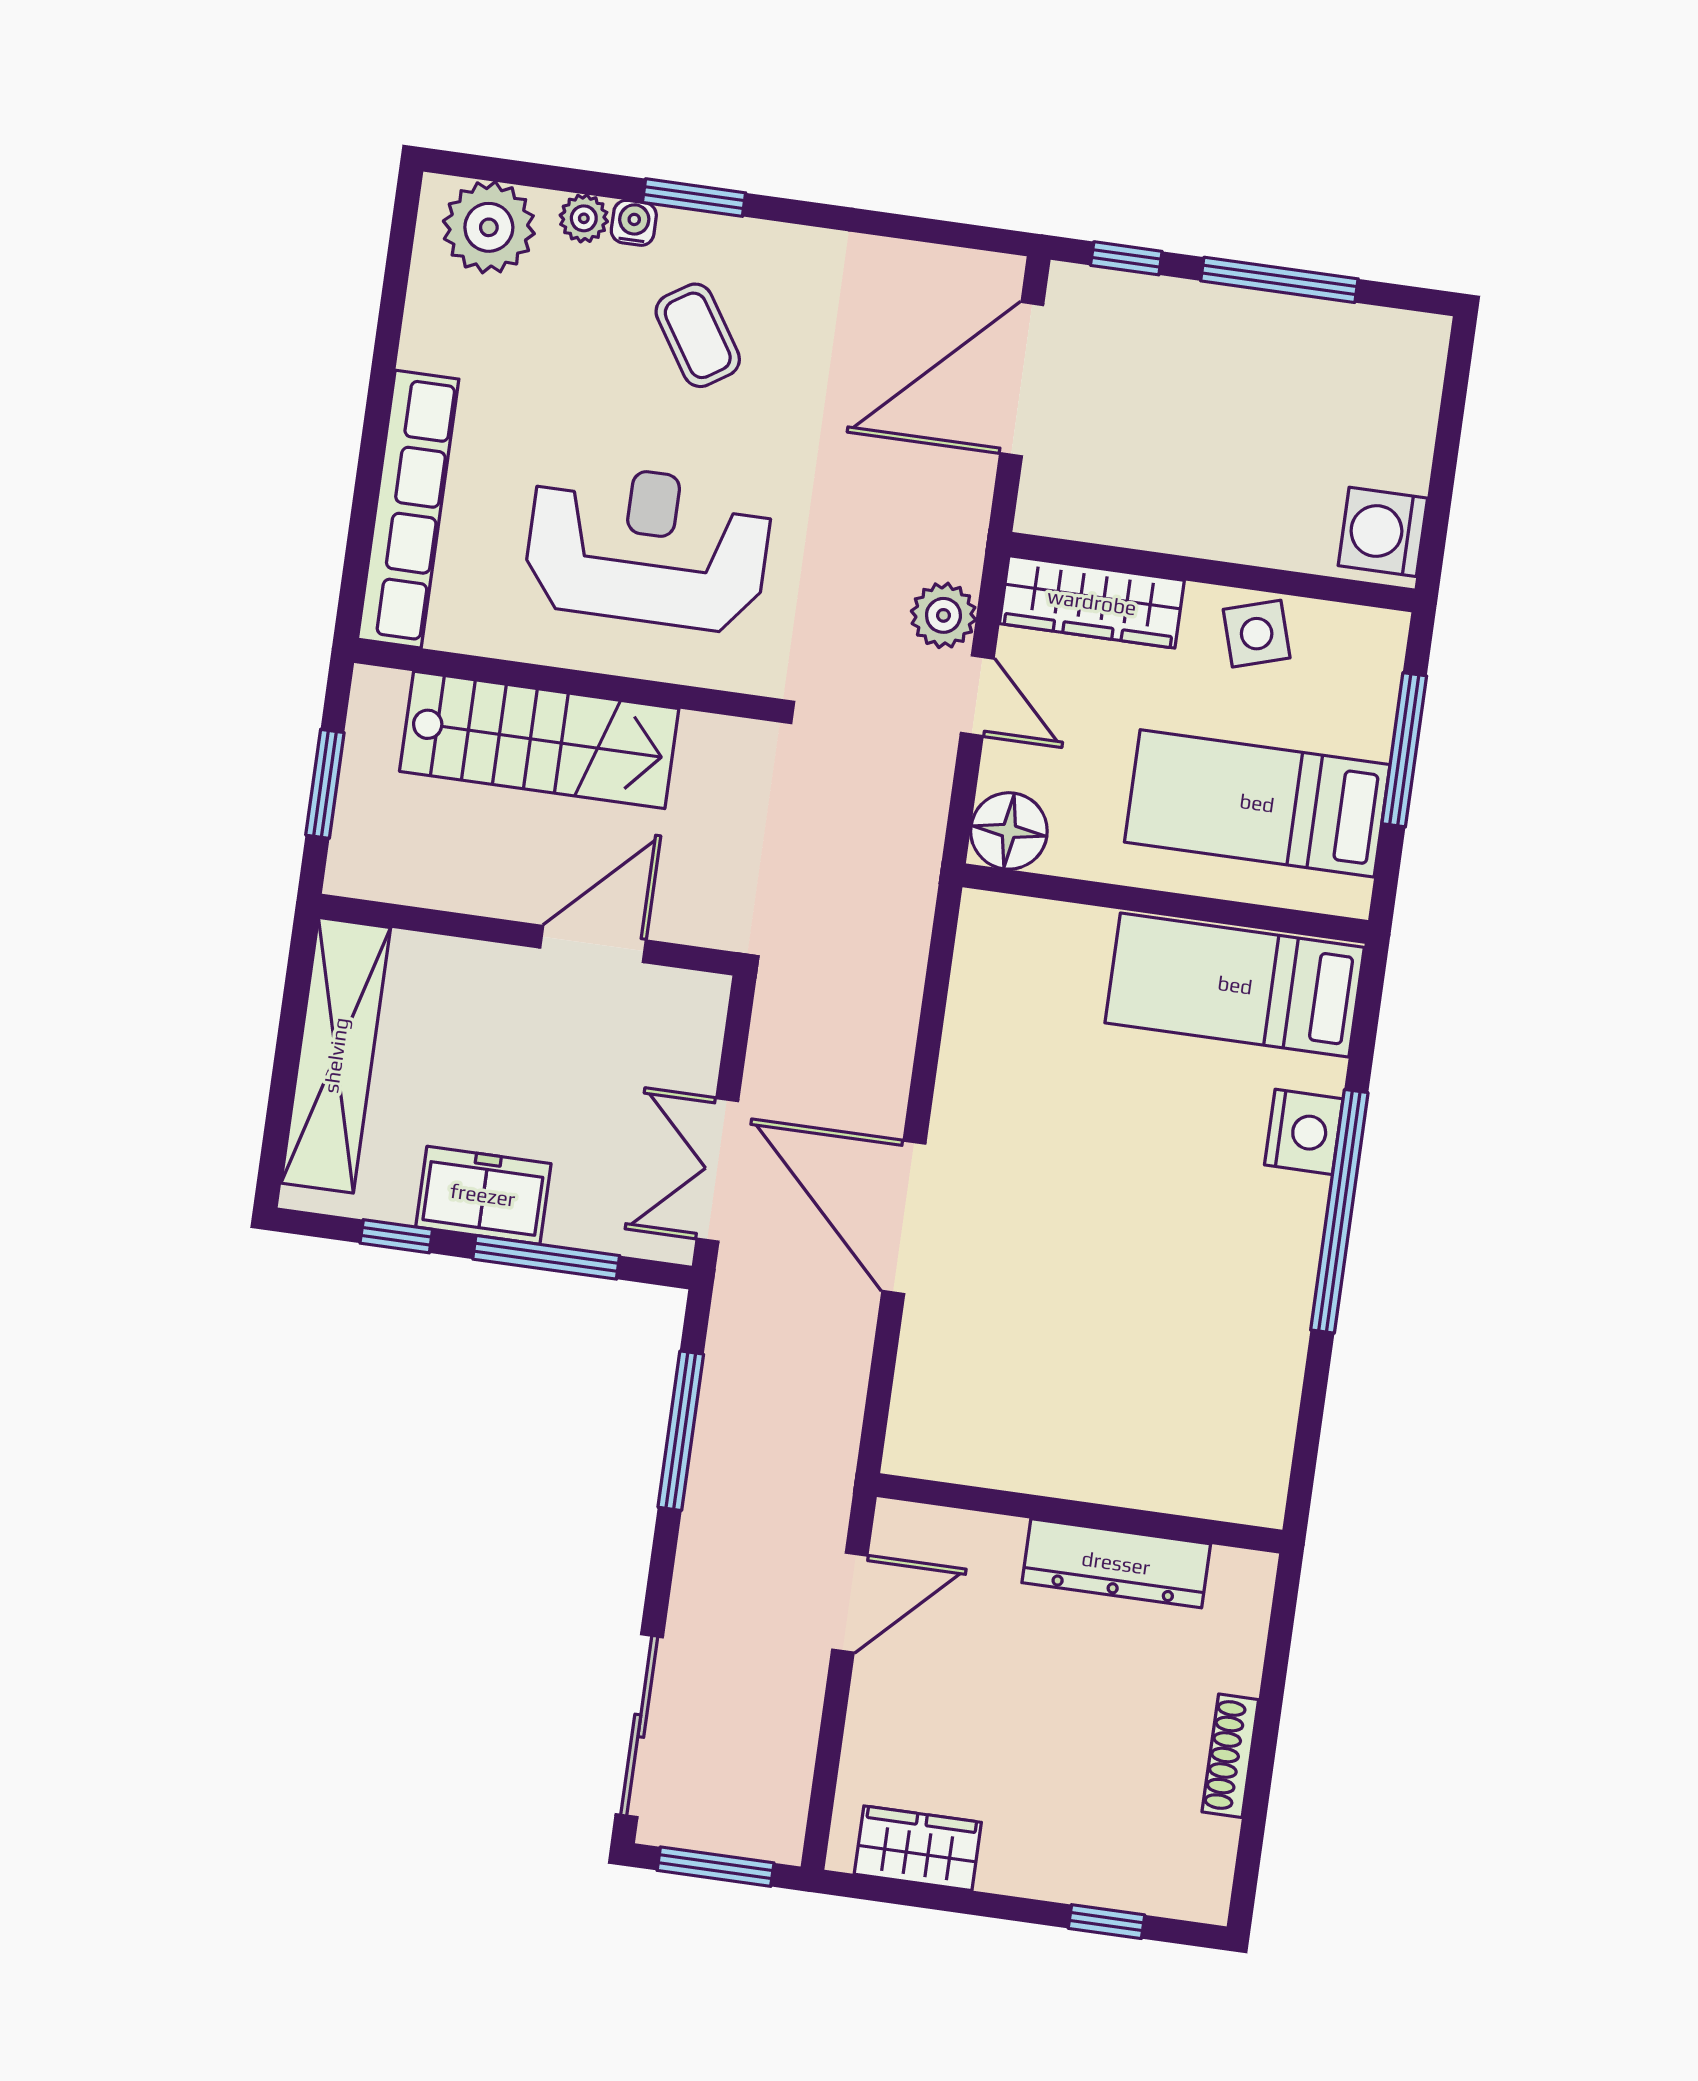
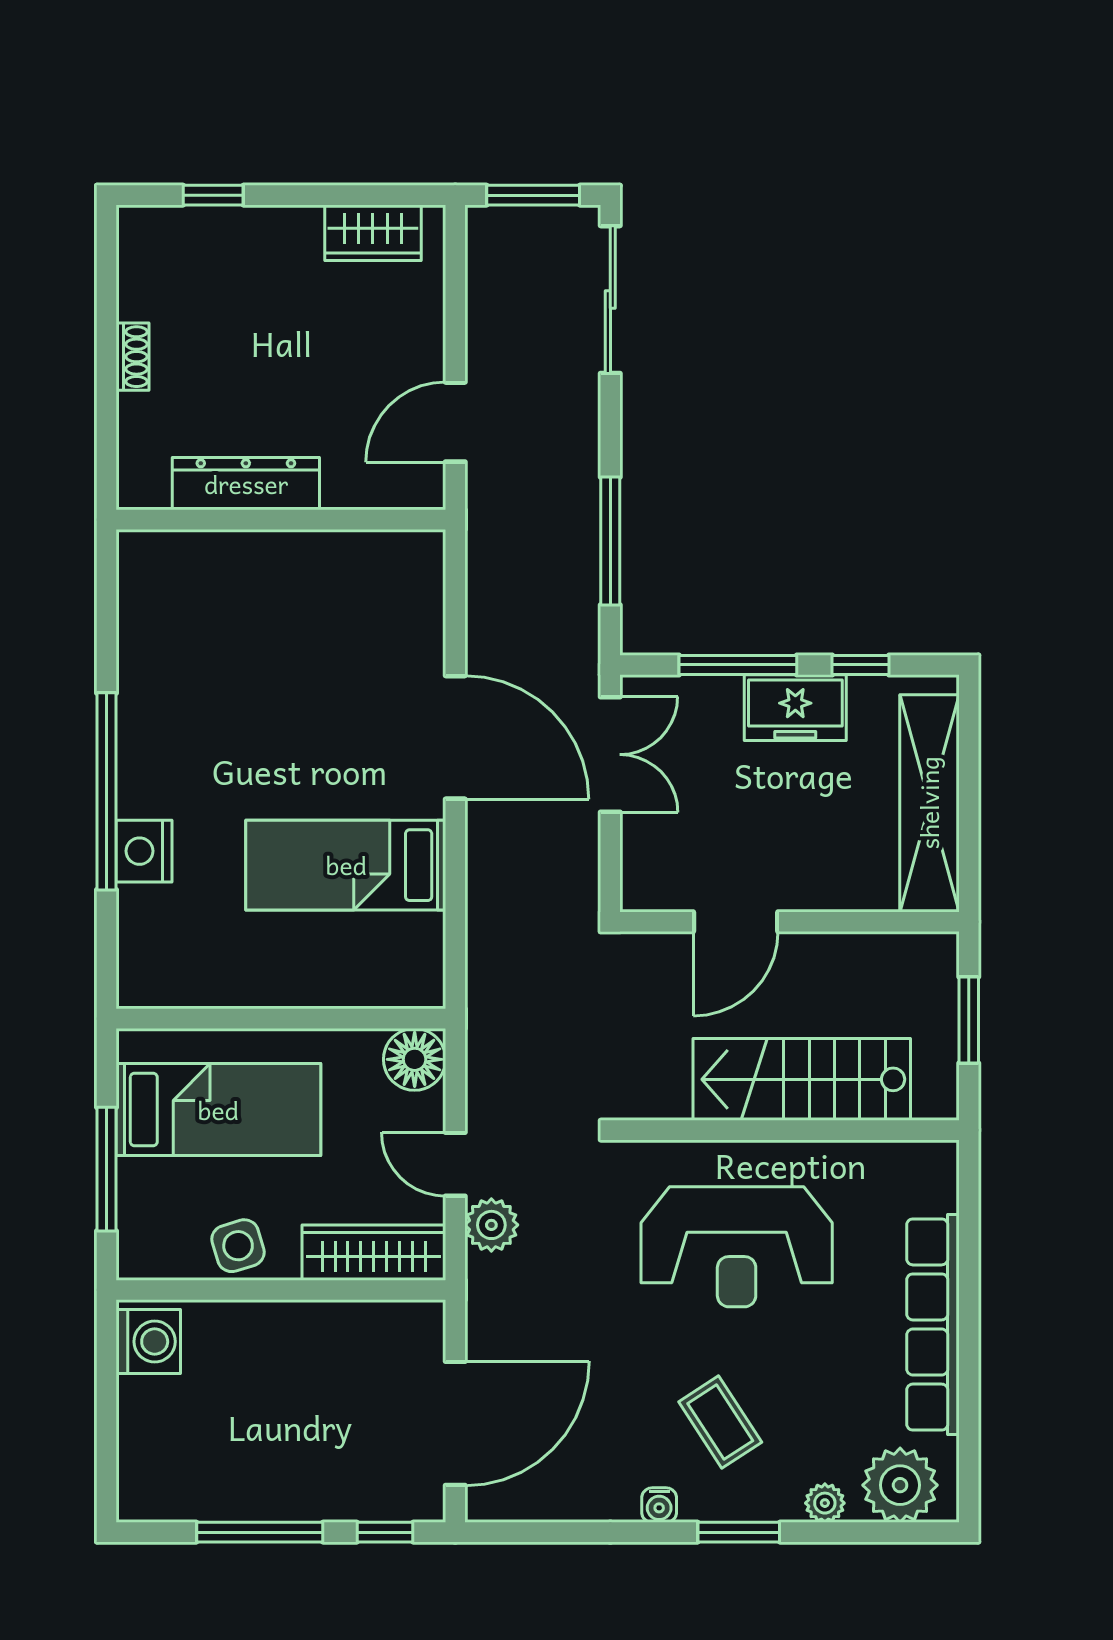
water cooler: (634, 223) -> (659, 1505), moved
row of seats: (408, 509) -> (933, 1324), moved
bed: (1235, 985) -> (346, 865), moved, turned 180
shoe rack: (1230, 1756) -> (133, 357), width x0.70

